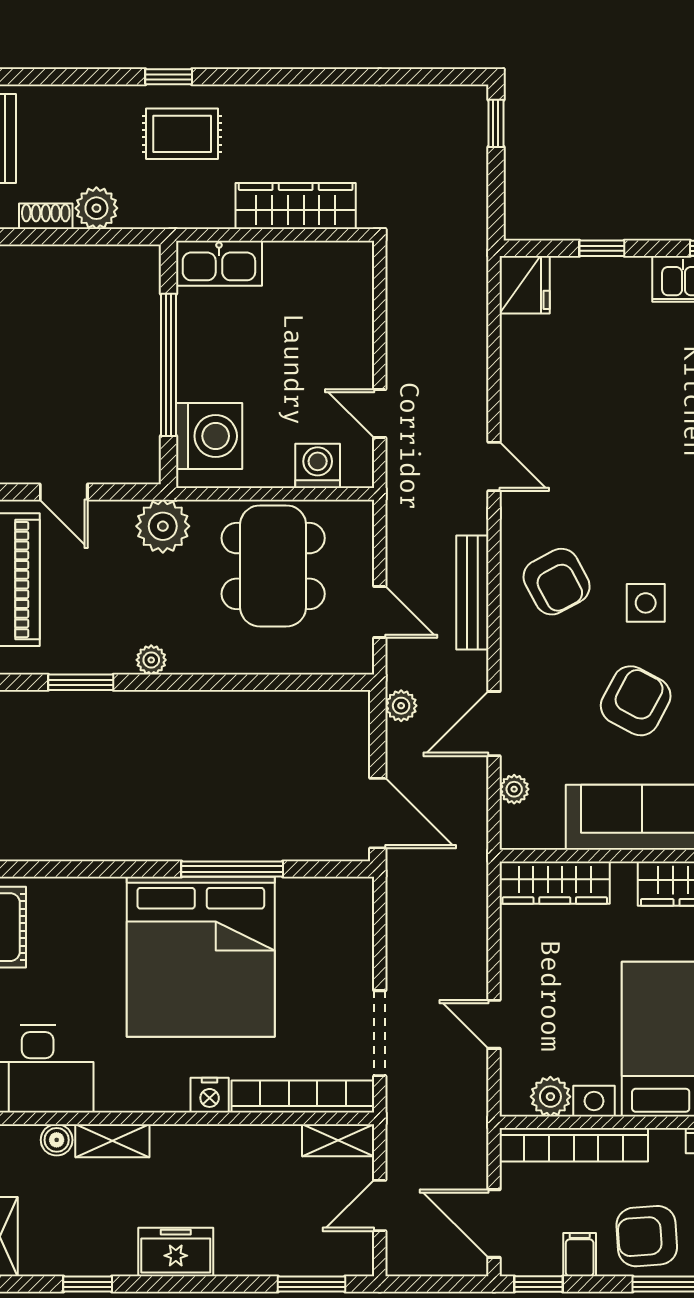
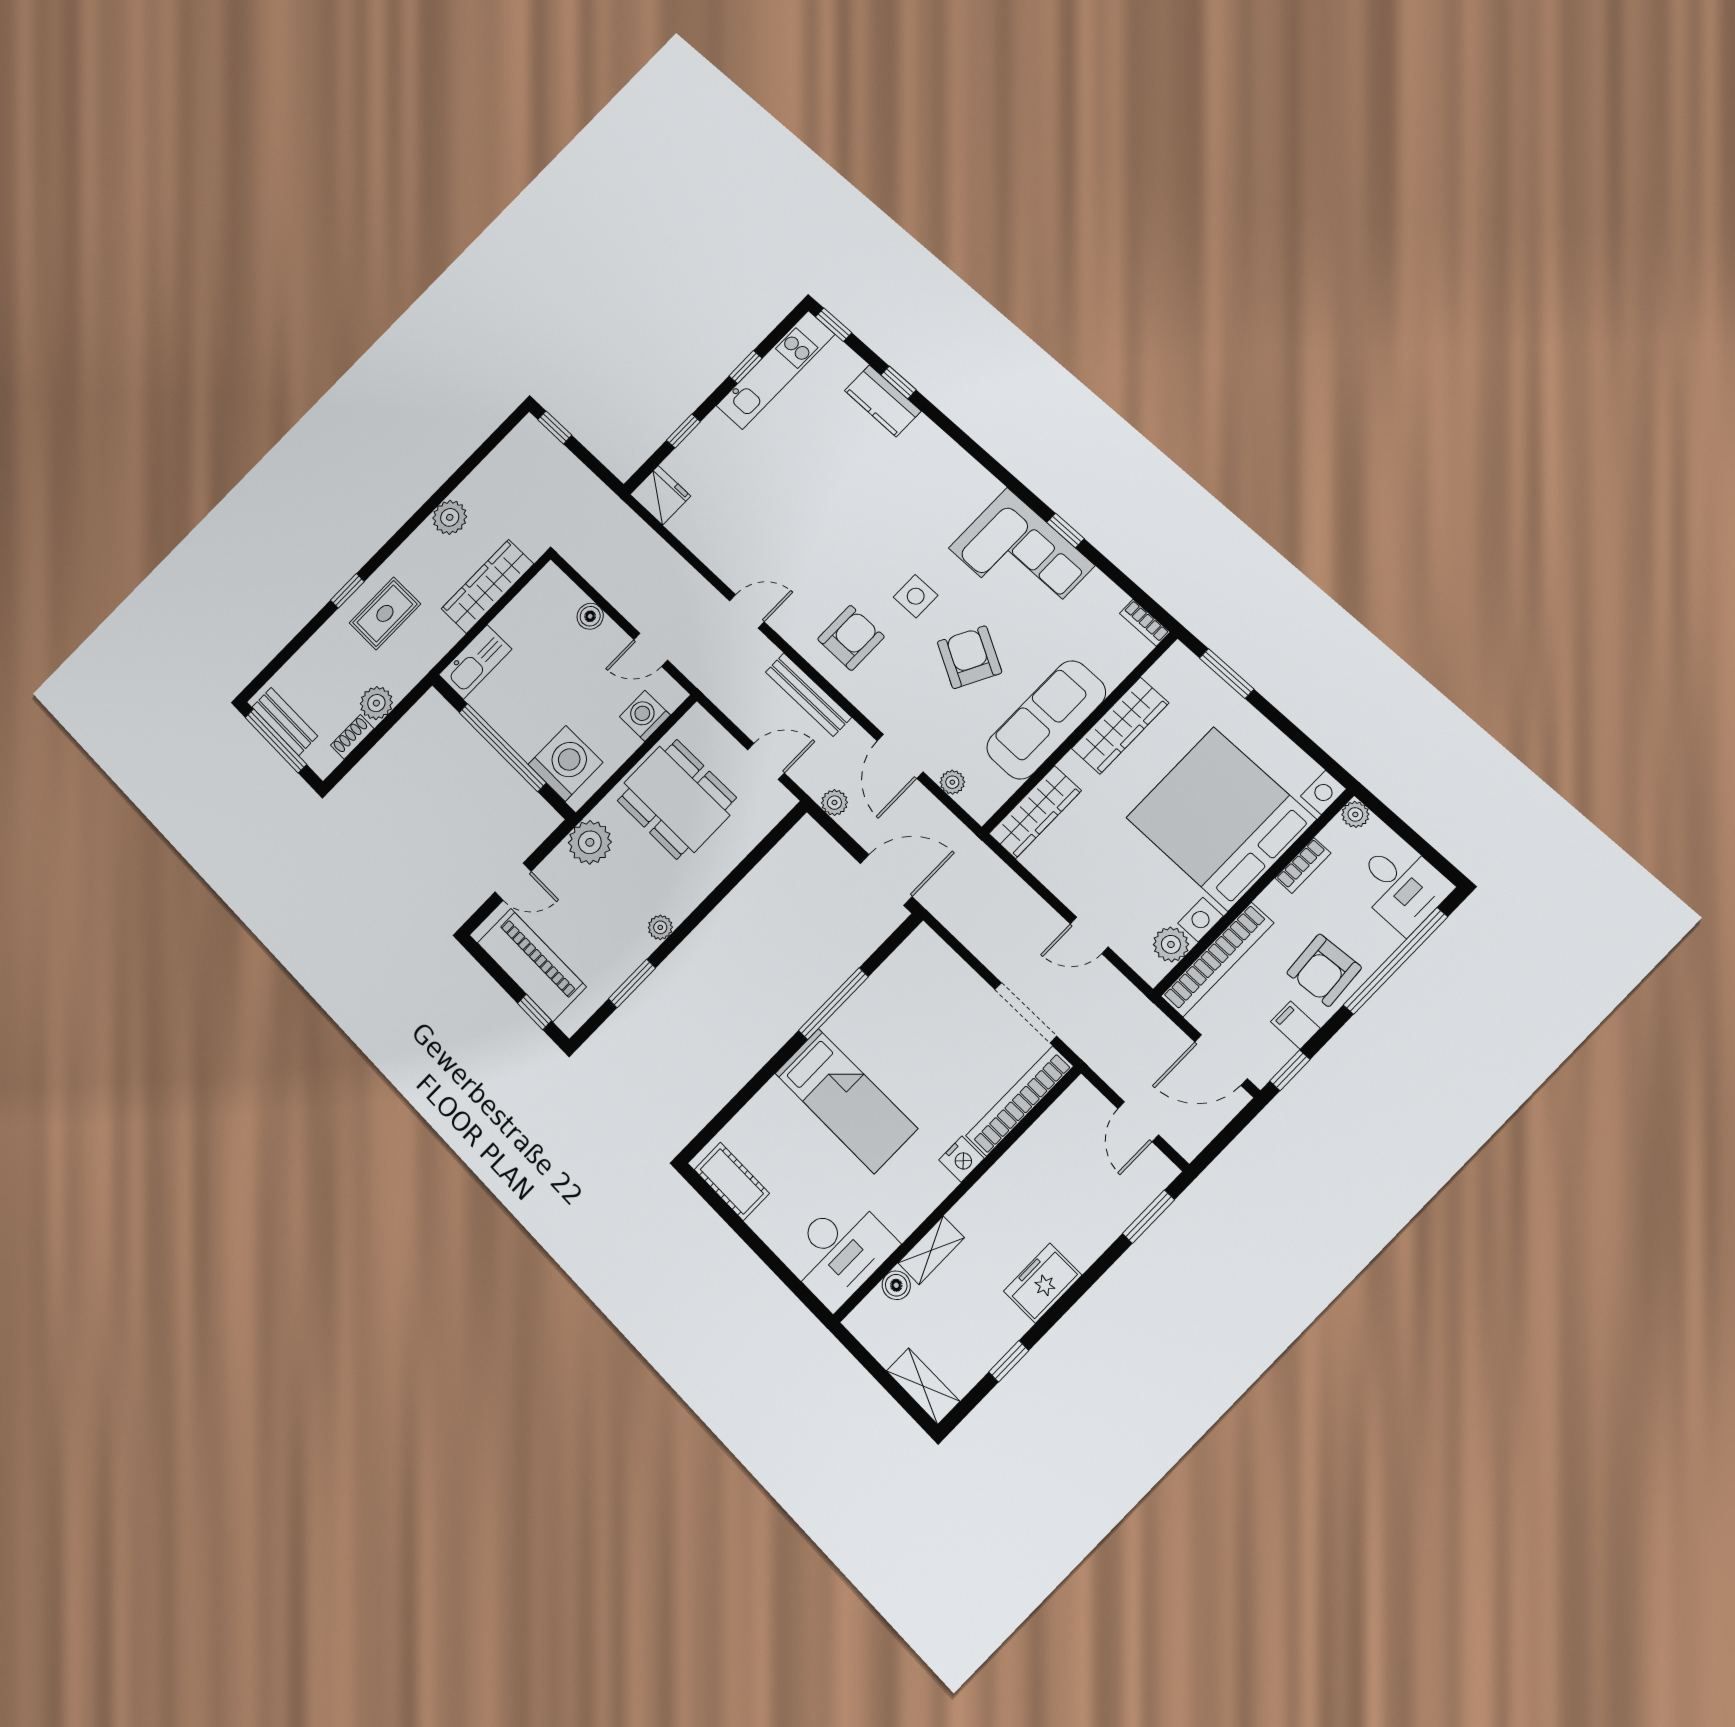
plant: (324, 107) -> (450, 517), added
boiler: (358, 328) -> (590, 616), added
armchair: (557, 582) -> (851, 638), turned -62
bed: (201, 957) -> (846, 1101), width x0.49
shelving: (338, 1140) -> (1070, 1106), removed

